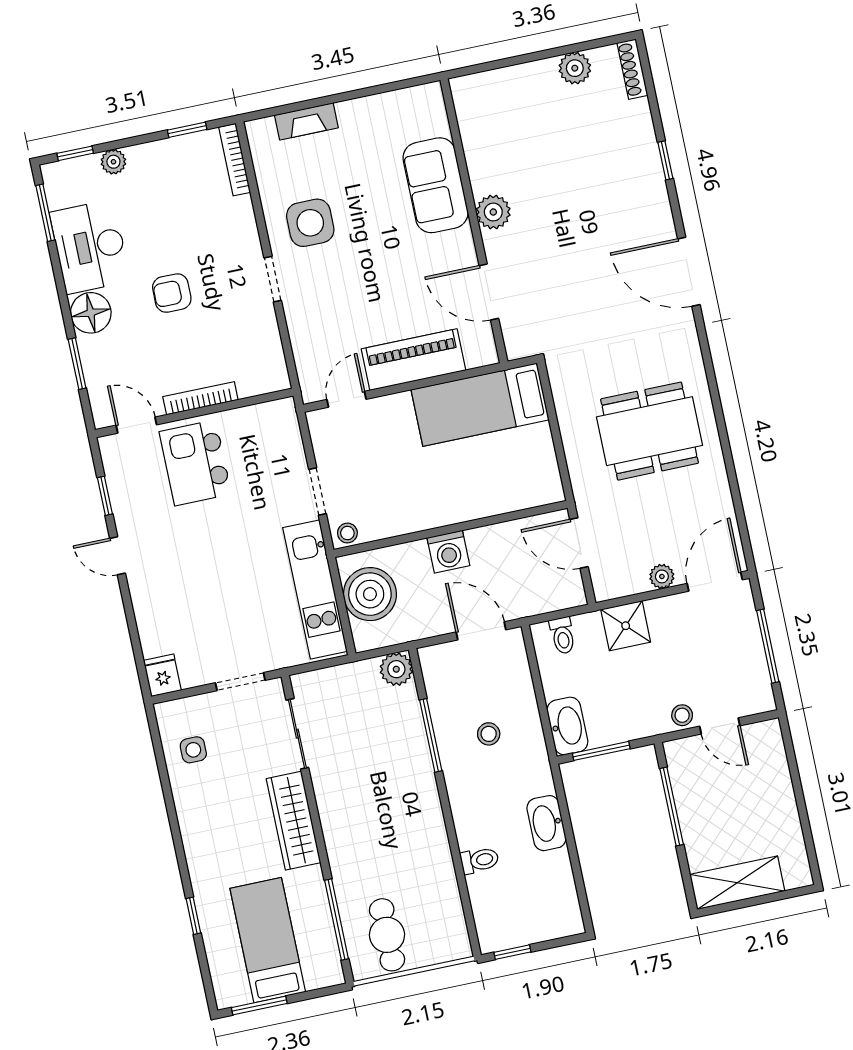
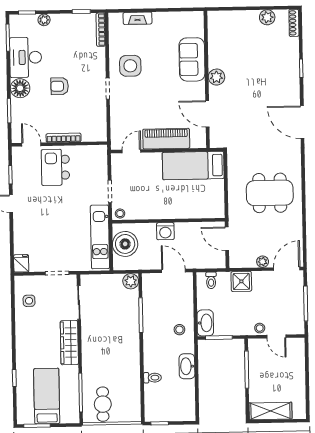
stool: (489, 734) -> (179, 330), moved

